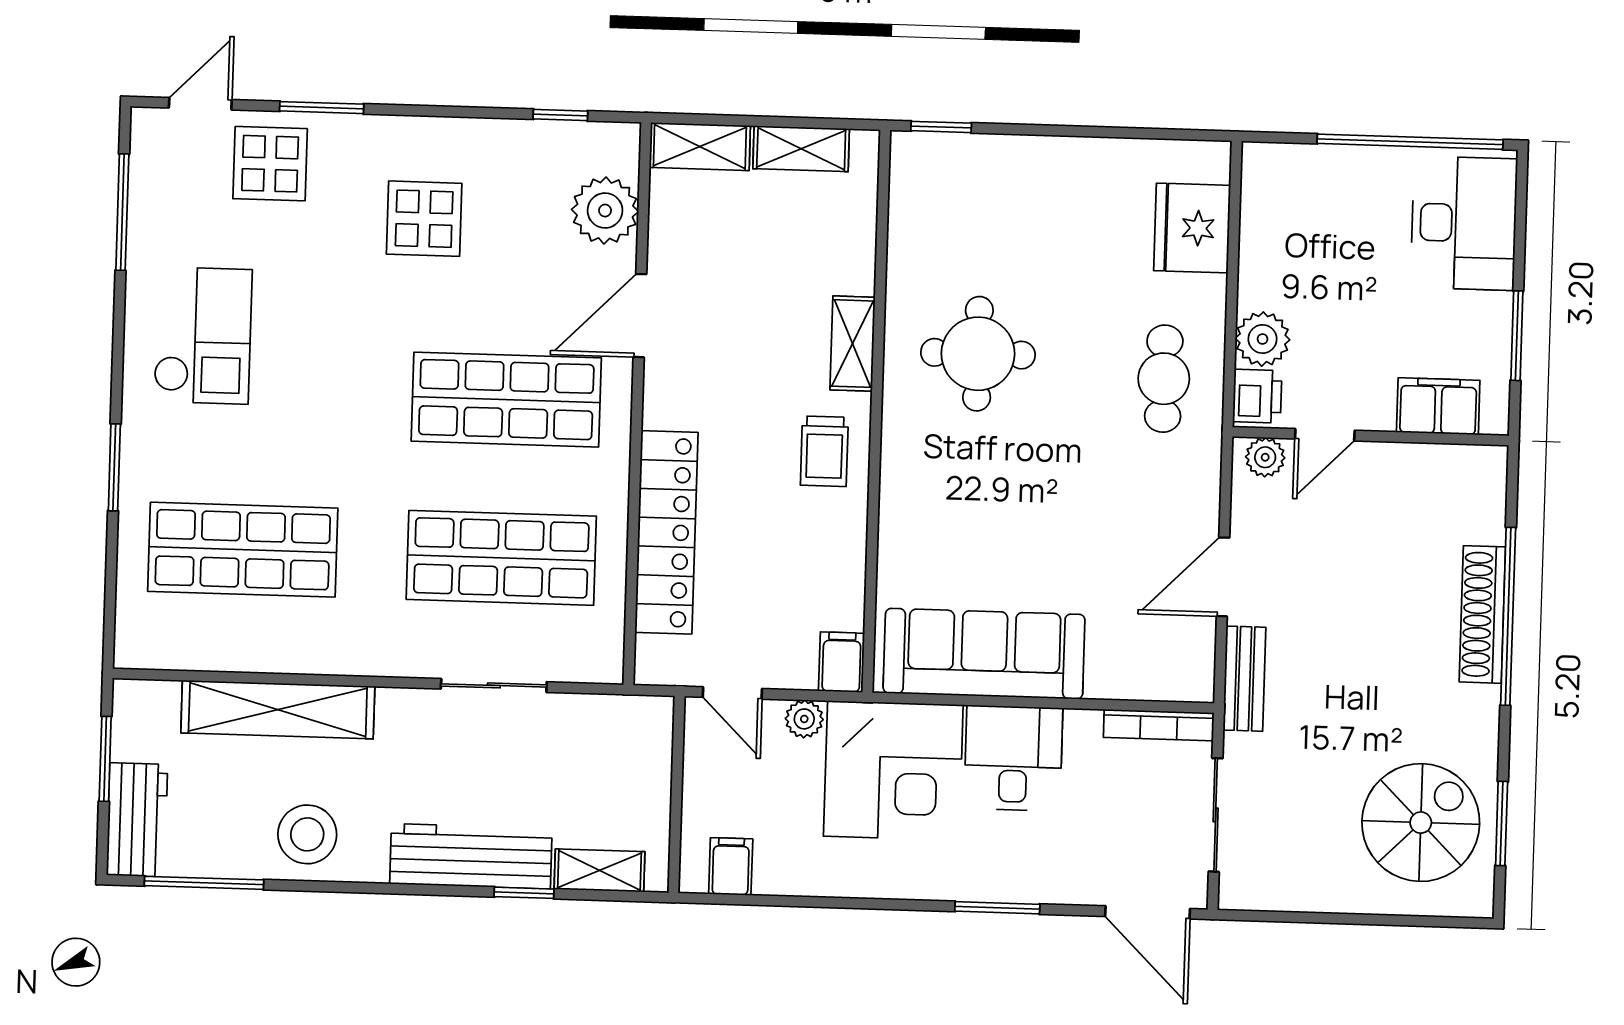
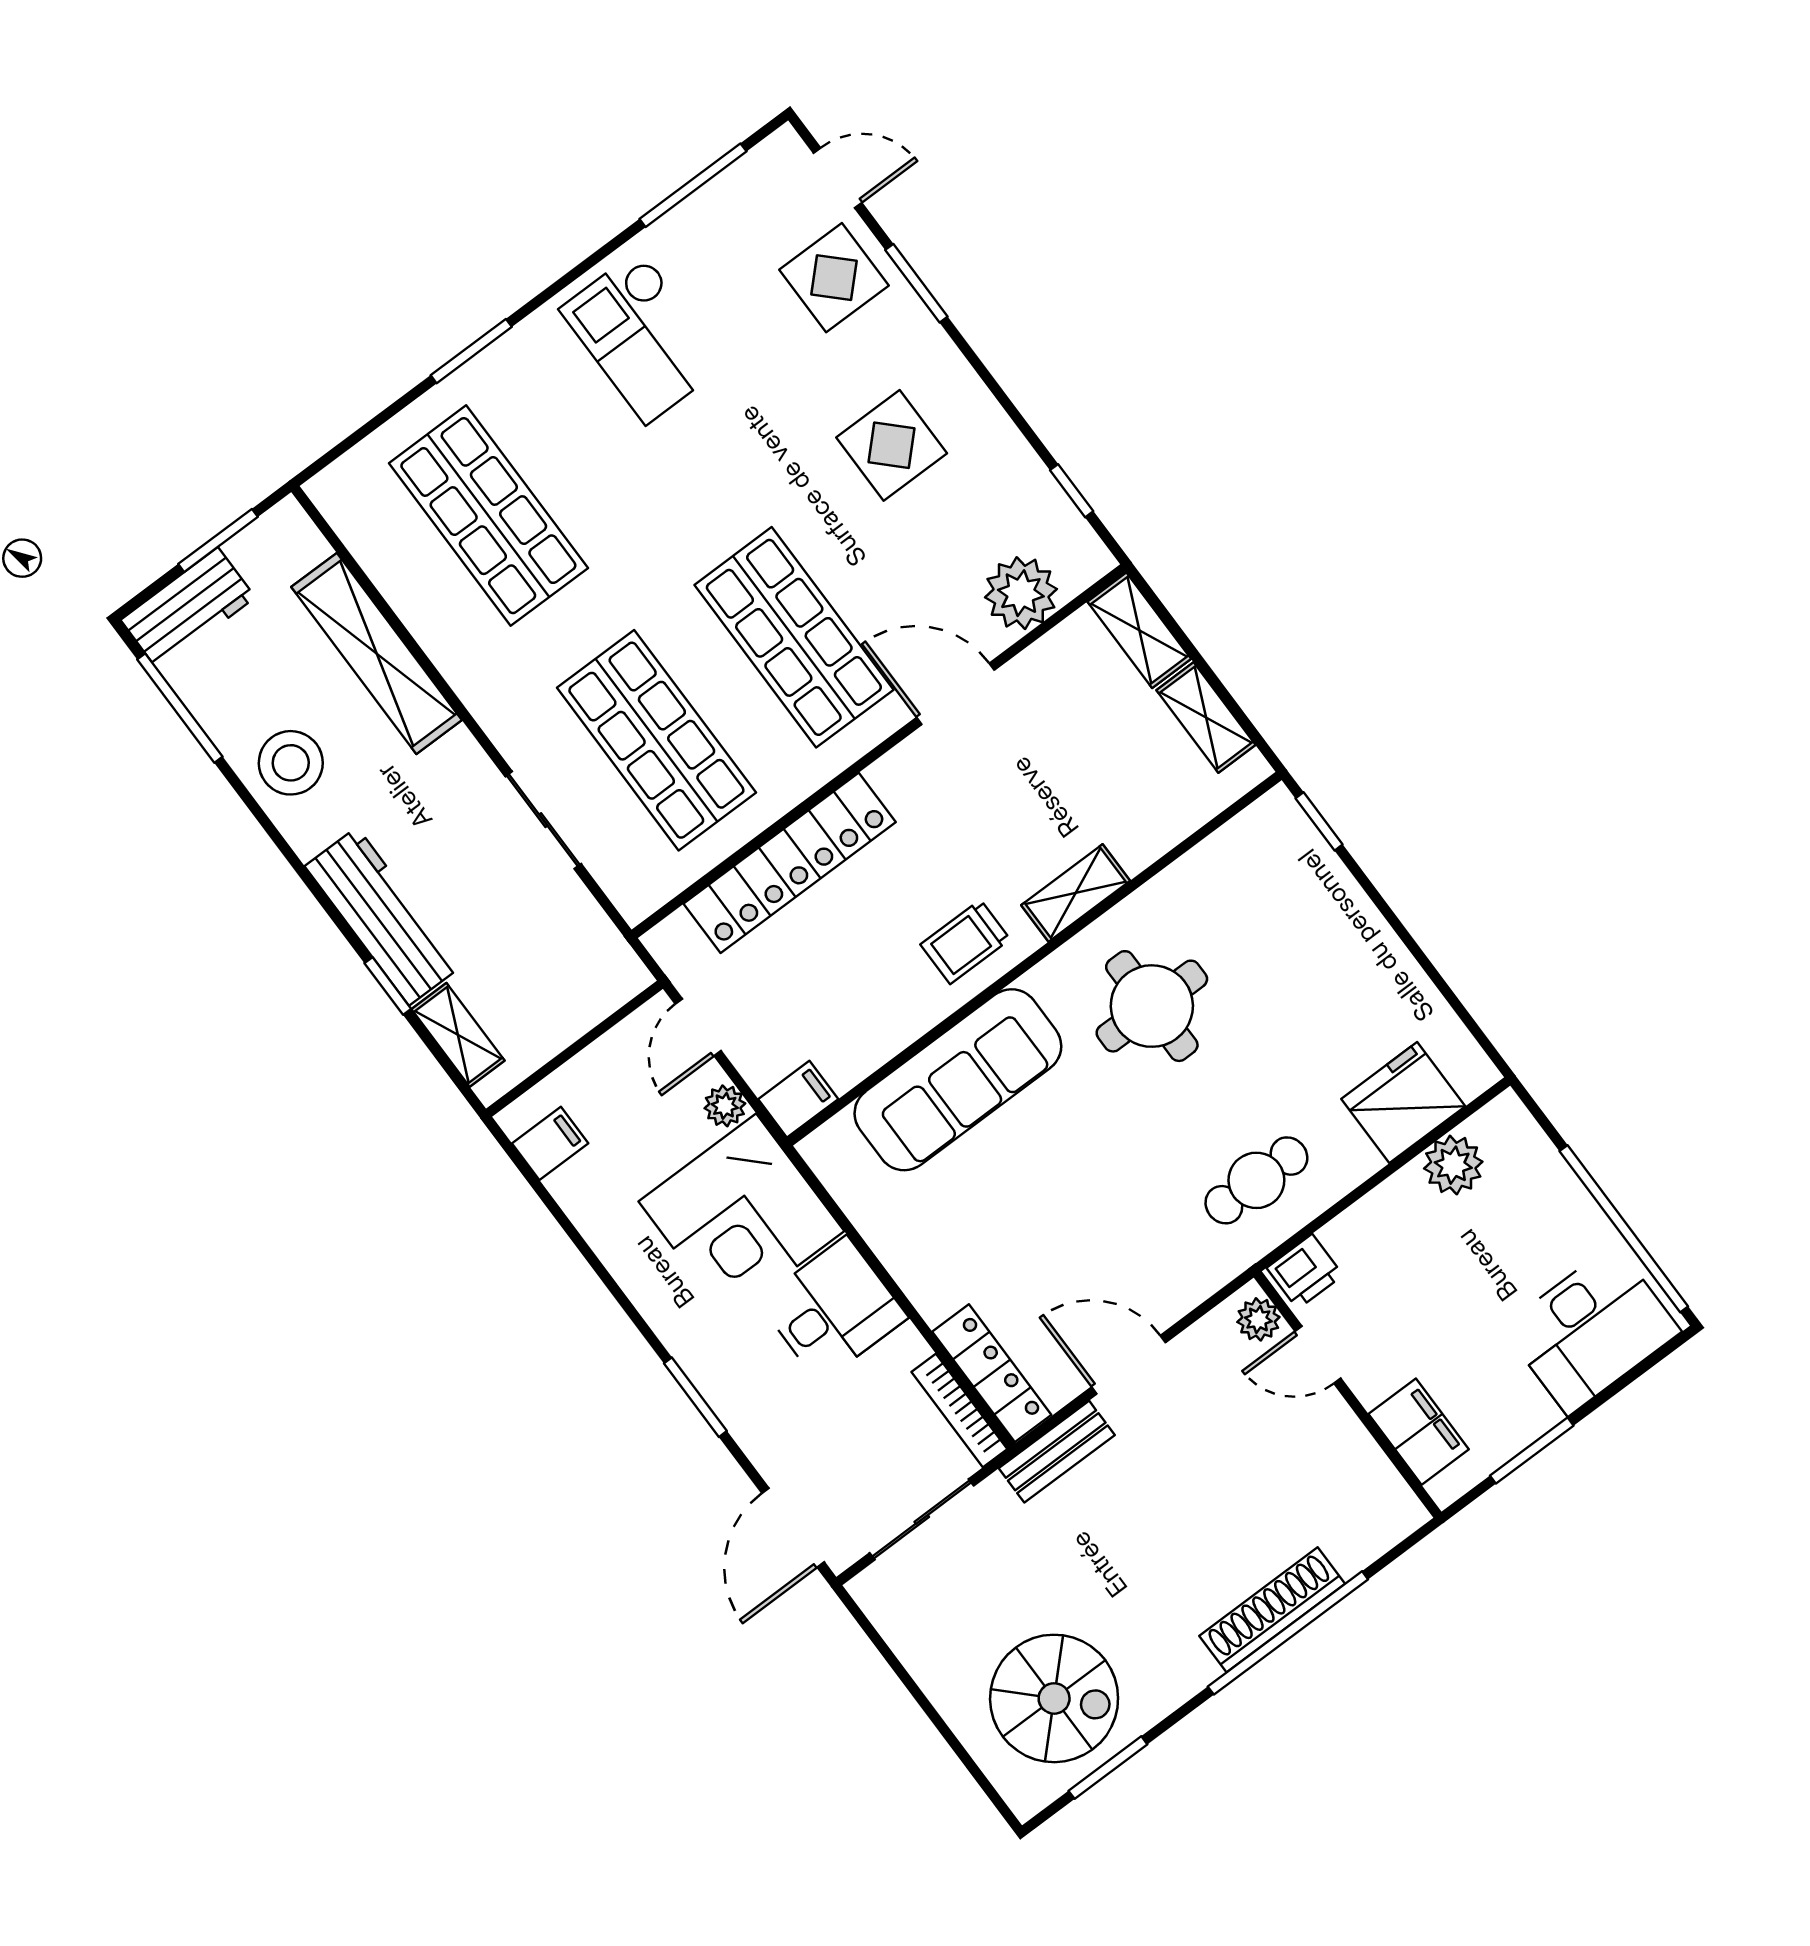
checkout: (203, 336) -> (643, 337), turned 90
plant: (1263, 339) -> (1453, 1165), moved
sofa: (984, 654) -> (958, 1080), moved, turned 90
locker: (1151, 680) -> (992, 1373), added

